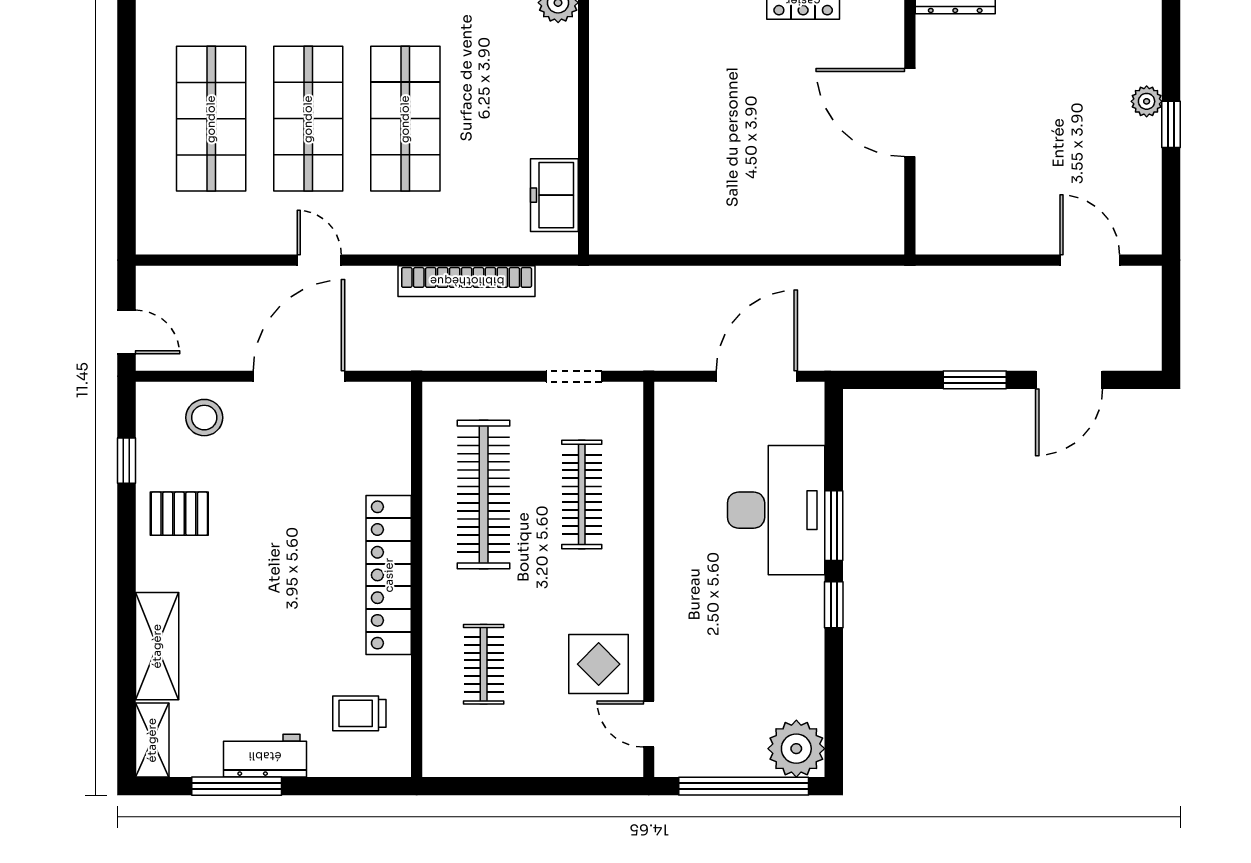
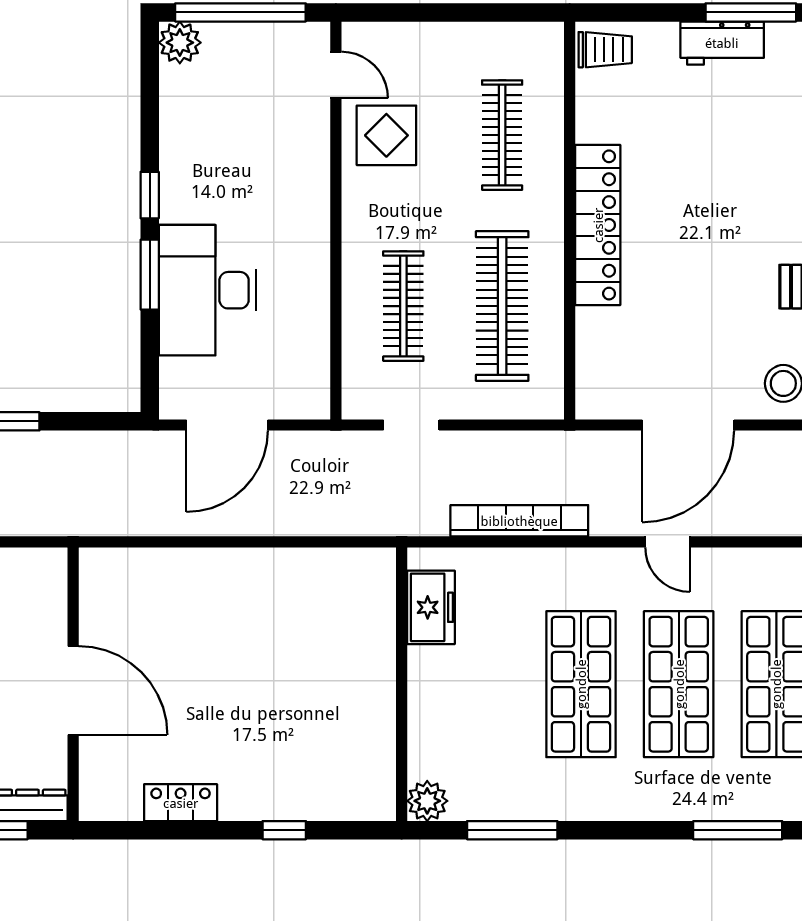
clothes rail: (484, 664) -> (502, 135), width x1.36
trolley: (359, 713) -> (605, 50), moved
plant: (796, 749) -> (180, 43), width x0.73, depth x0.73

